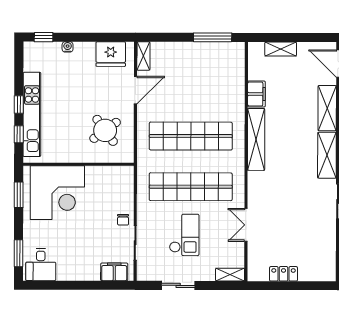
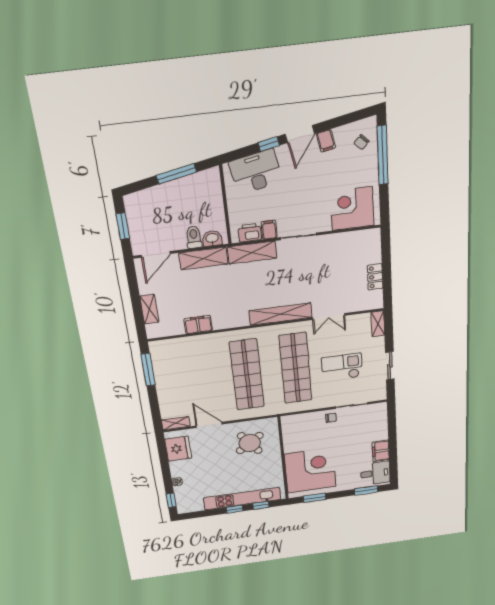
shelving: (256, 139) -> (280, 314), moved
filing cabinet: (114, 272) -> (381, 451), moved

